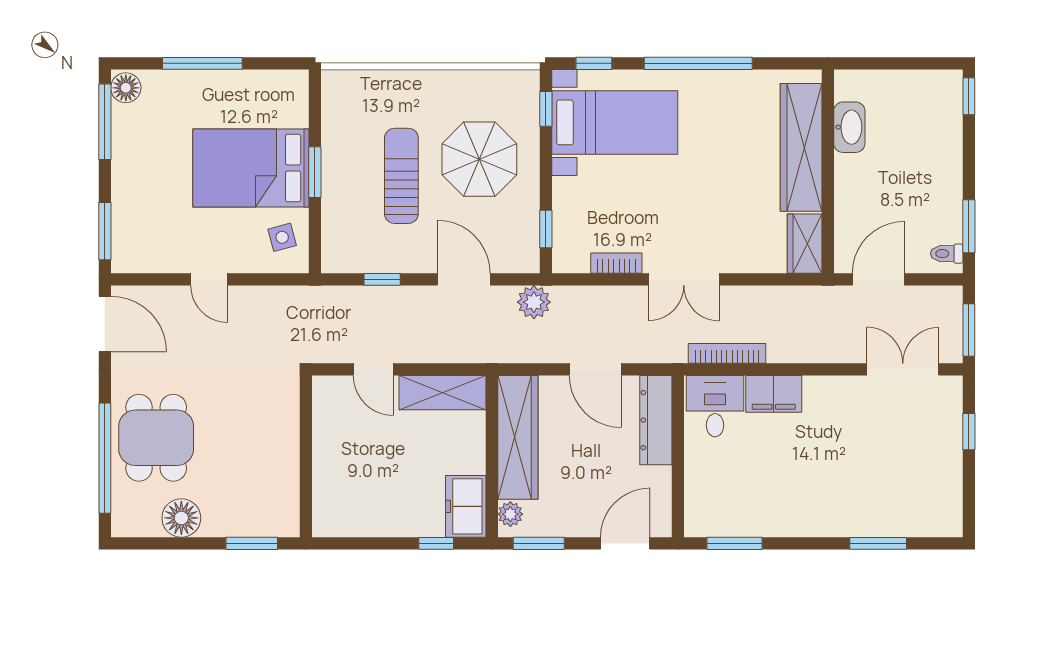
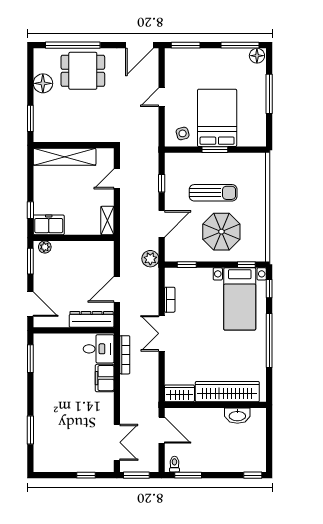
shelving: (442, 393) -> (107, 220), width x0.67, depth x0.75
wardrobe: (518, 437) -> (83, 251), removed
shelving: (329, 475) -> (65, 157), added

